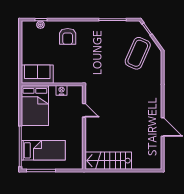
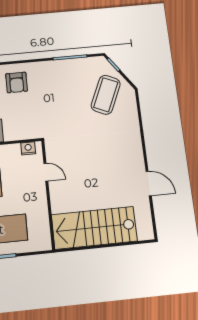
nightstand: (62, 90) -> (28, 148), moved
stairs: (108, 161) -> (94, 228), width x1.36, depth x1.51

